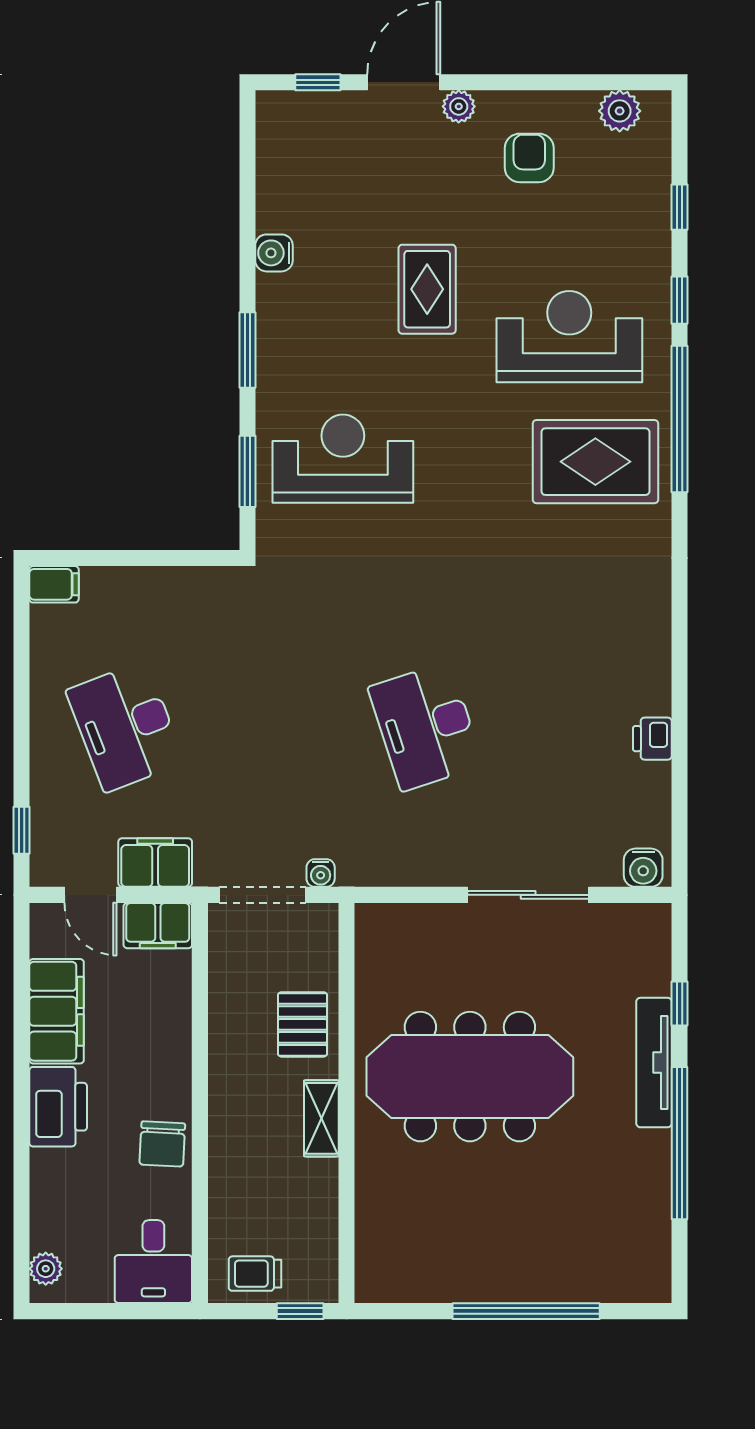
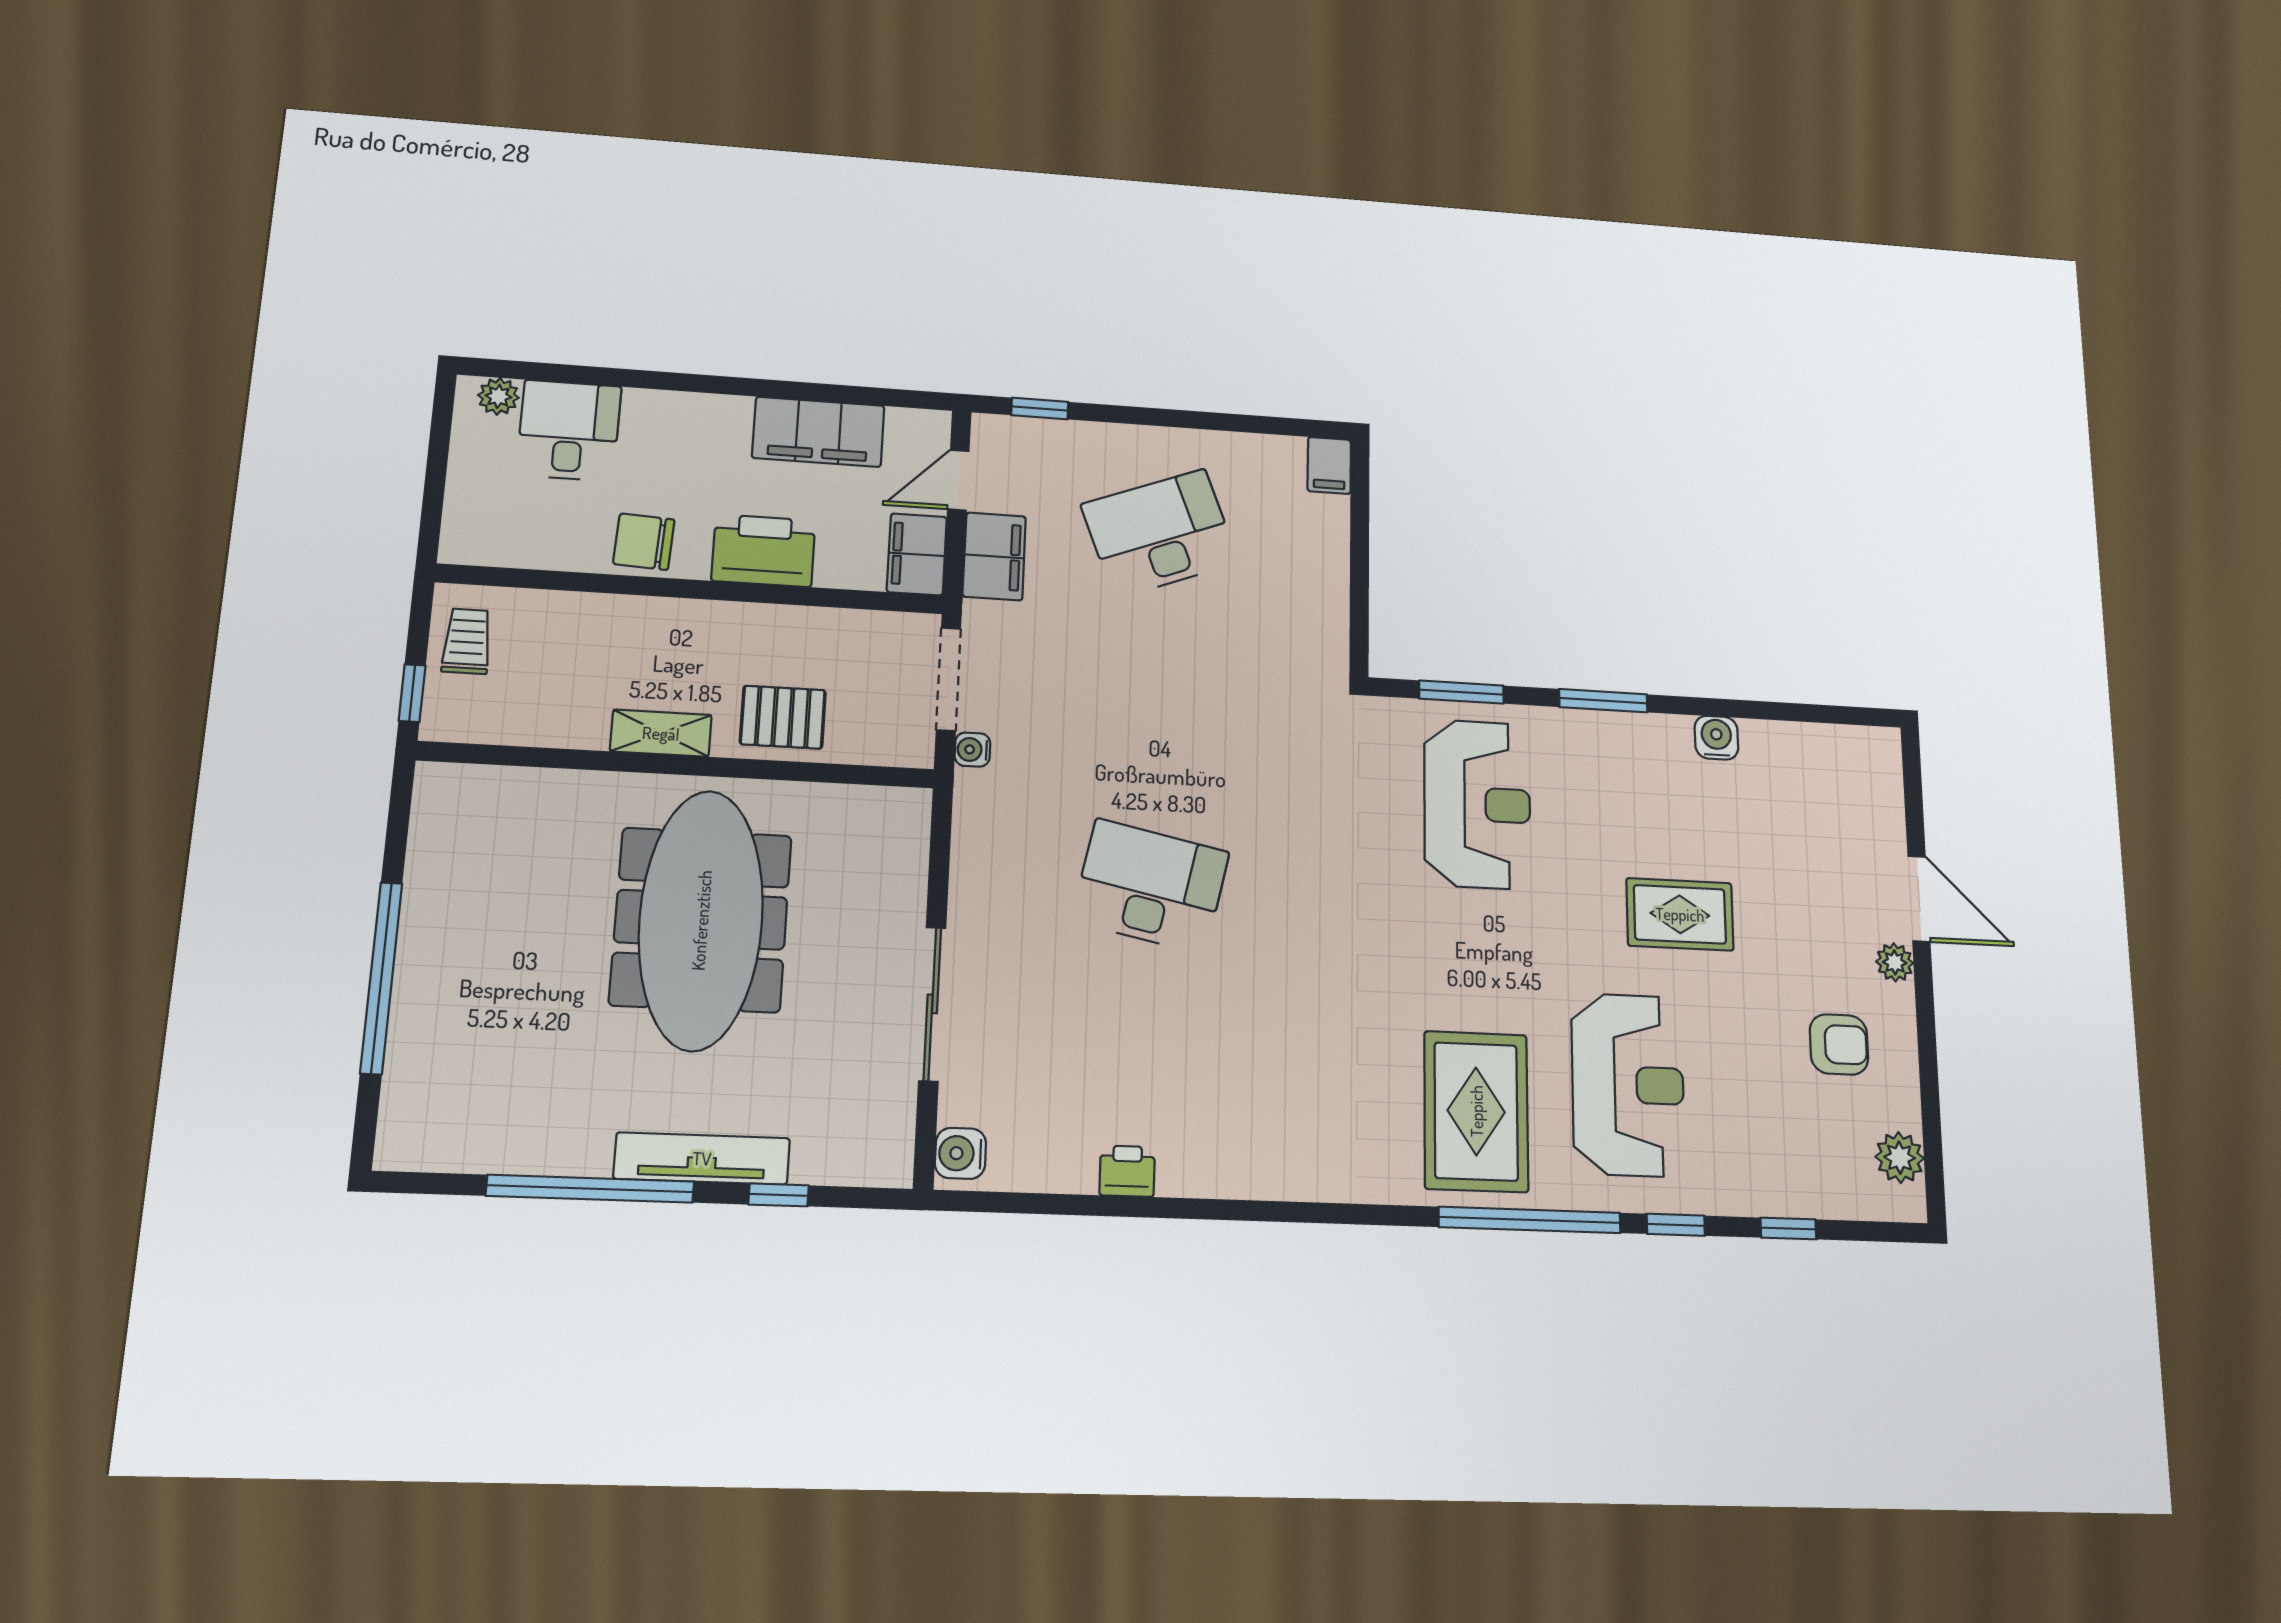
window: (318, 82) -> (1914, 799), removed
desk: (426, 726) -> (1150, 886), turned 30
printer: (58, 1107) -> (764, 551), moved, turned 180
desk: (153, 1262) -> (569, 431), moved, turned 90

